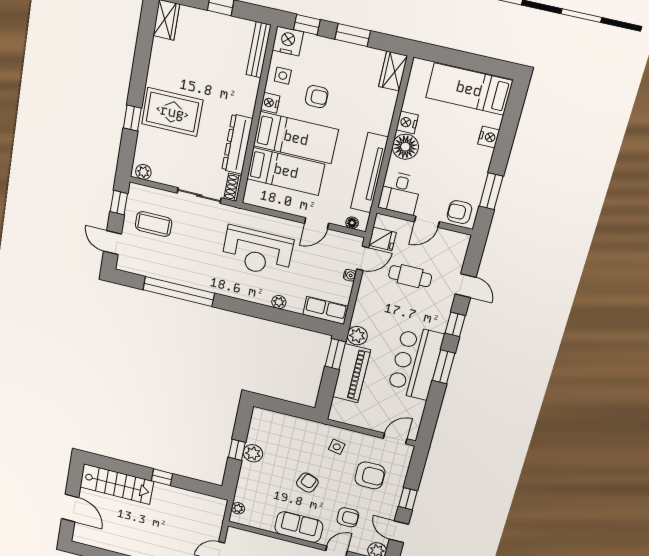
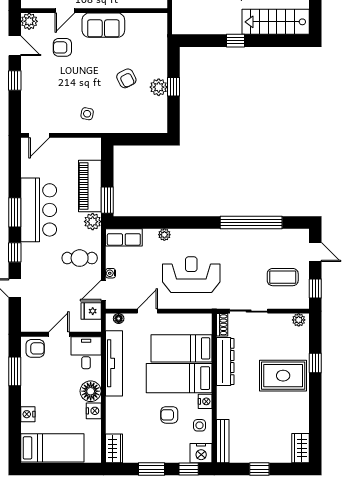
cafe table: (410, 276) -> (80, 258), moved
armchair: (370, 475) -> (52, 94), removed
armchair: (307, 483) -> (126, 78), moved, turned -48
plant: (238, 508) -> (161, 29), removed

